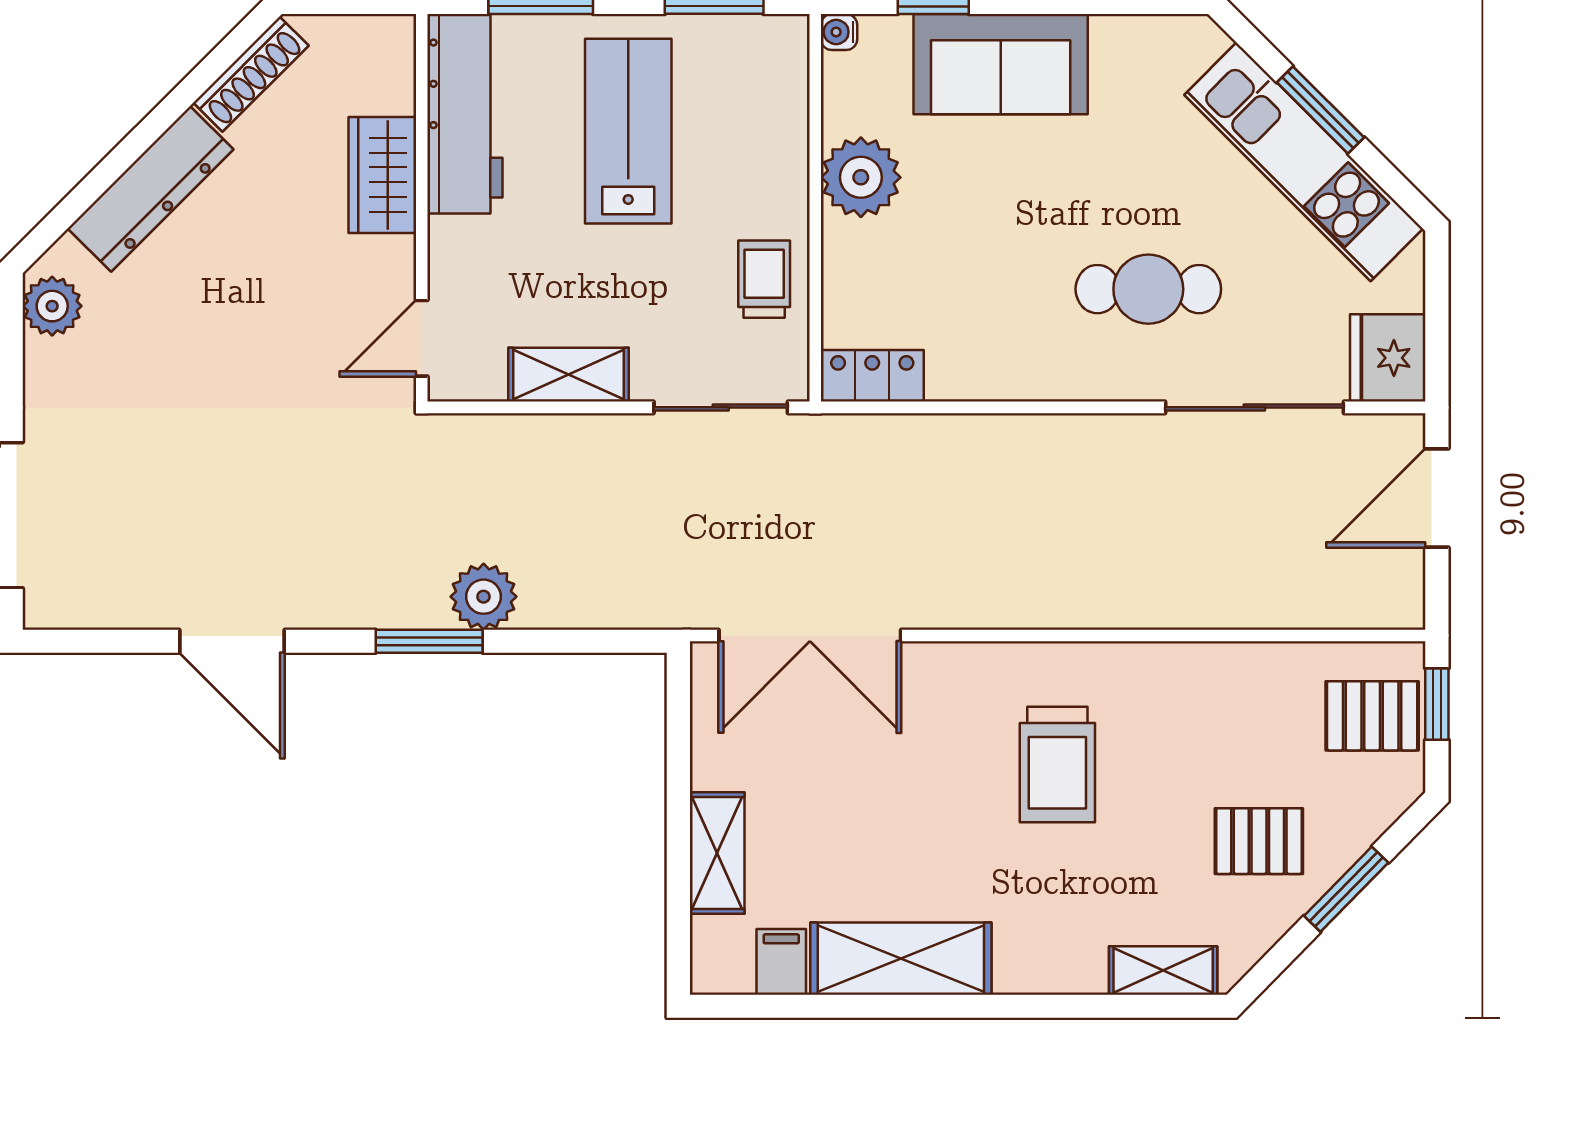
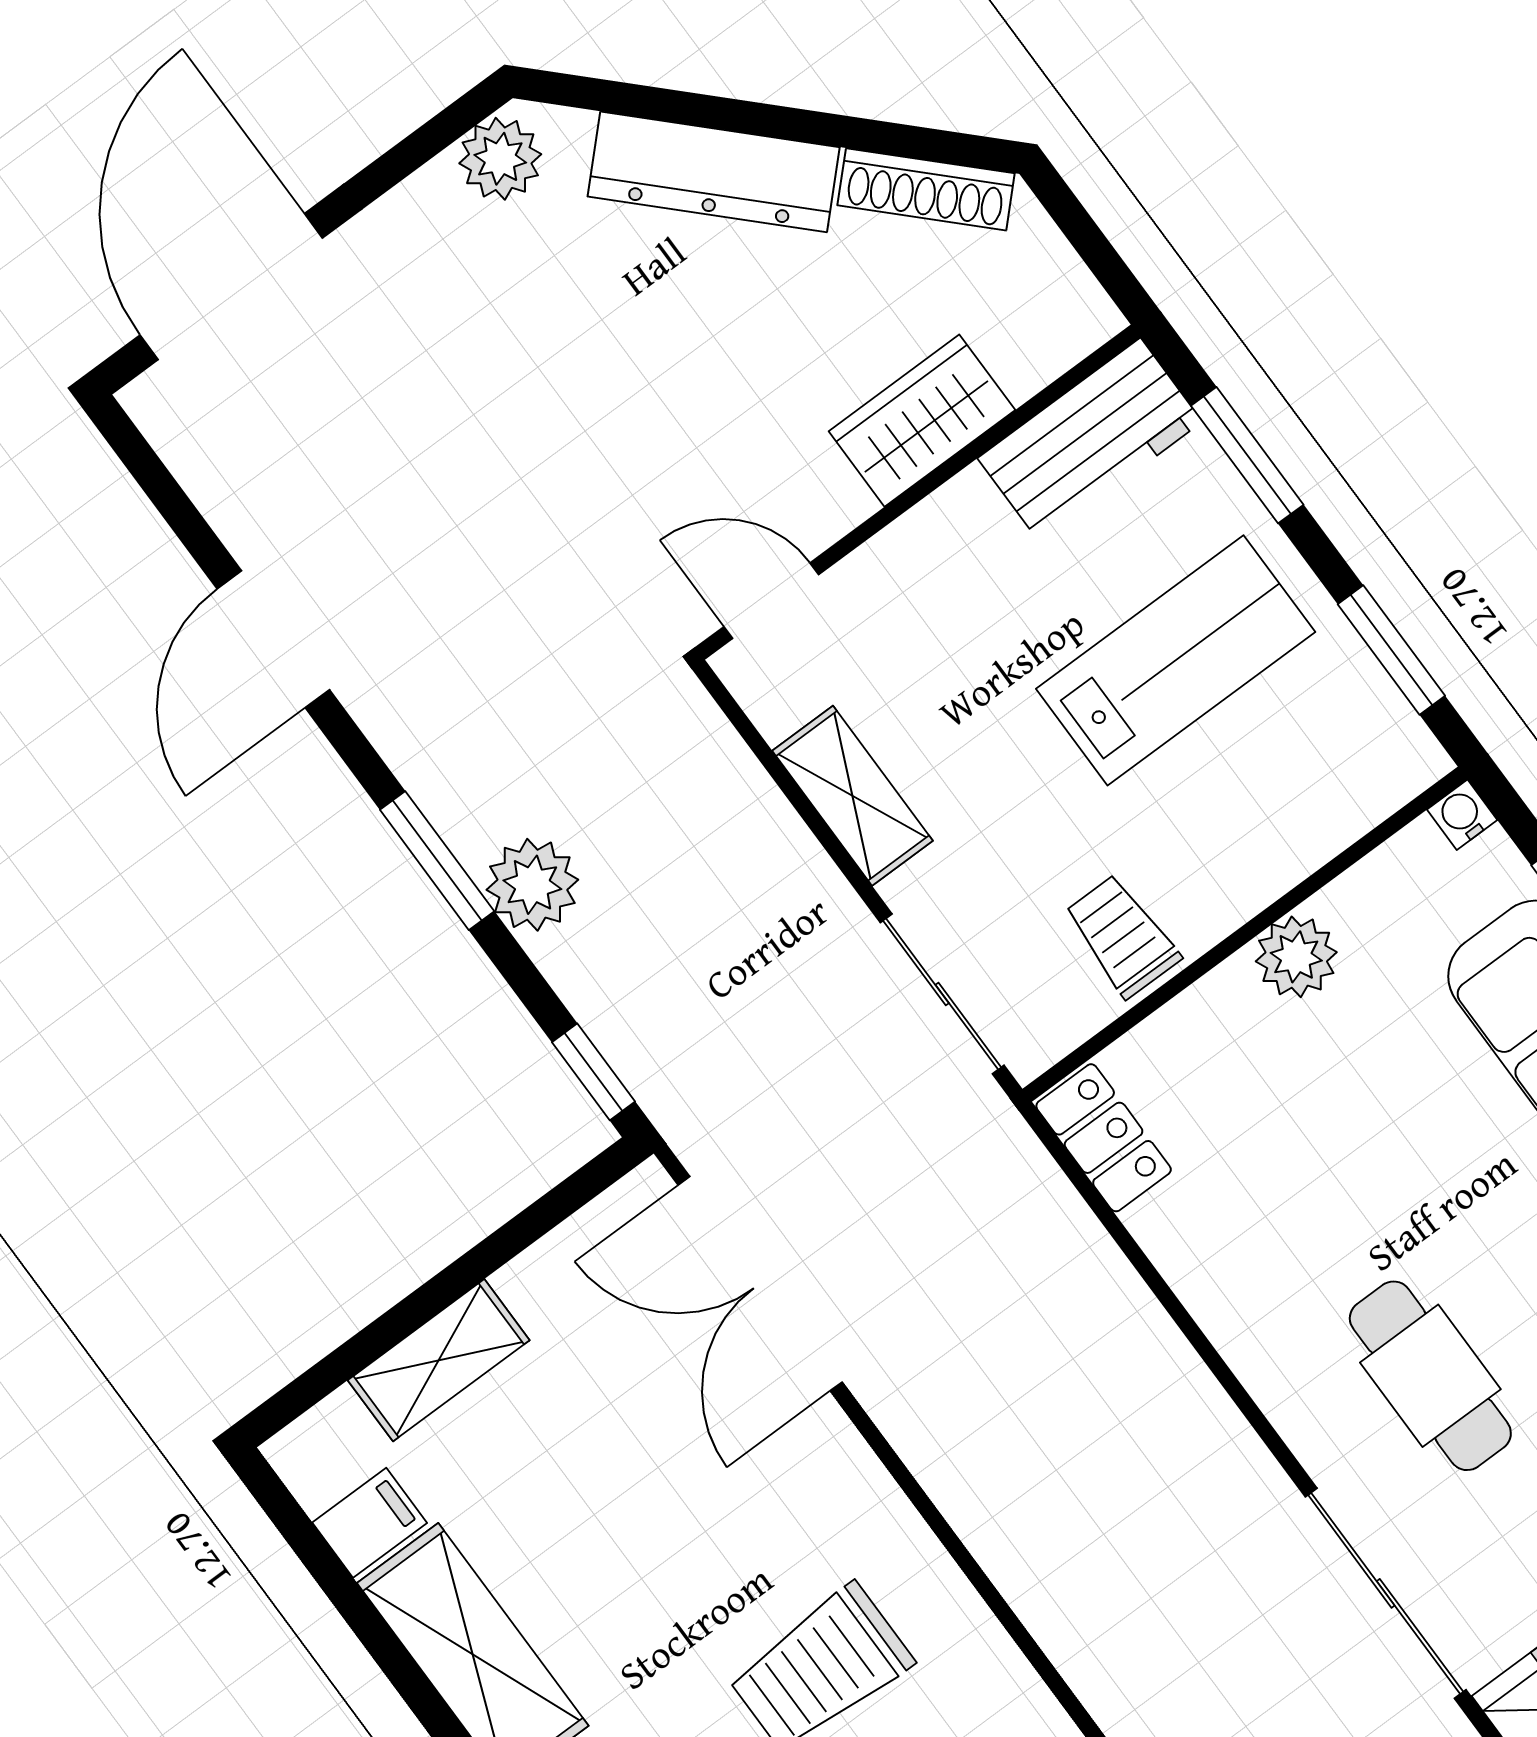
workbench: (465, 114) -> (1090, 440), width x0.73
plant: (861, 177) -> (1296, 957), width x0.73, depth x0.73
trolley: (764, 279) -> (1122, 936), turned -90
window: (617, 641) -> (593, 1072), added

